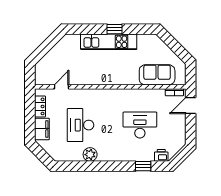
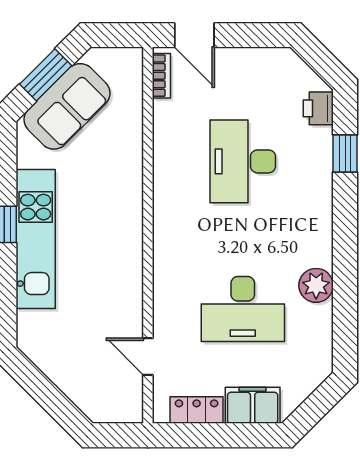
window: (175, 46) -> (46, 75), added
sofa: (157, 75) -> (67, 106), moved, turned -135

